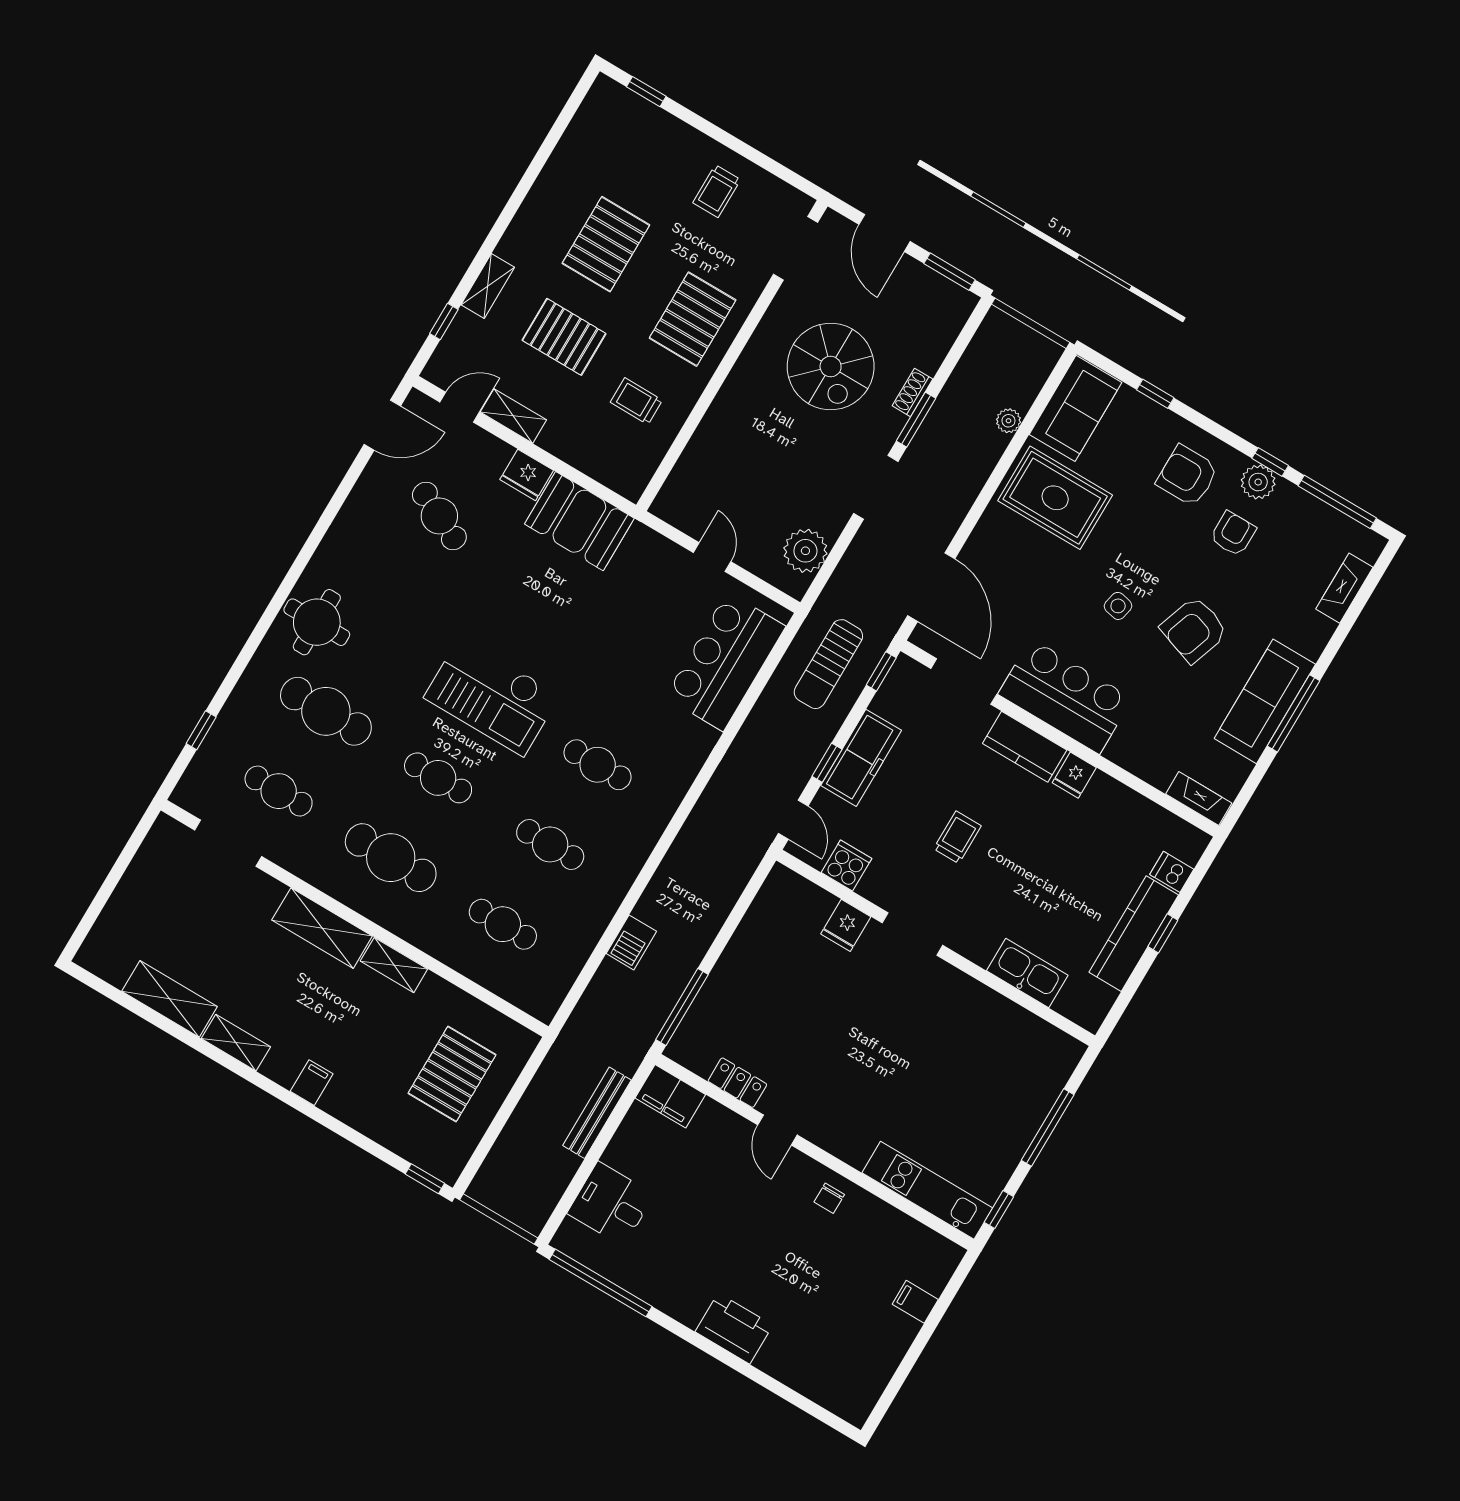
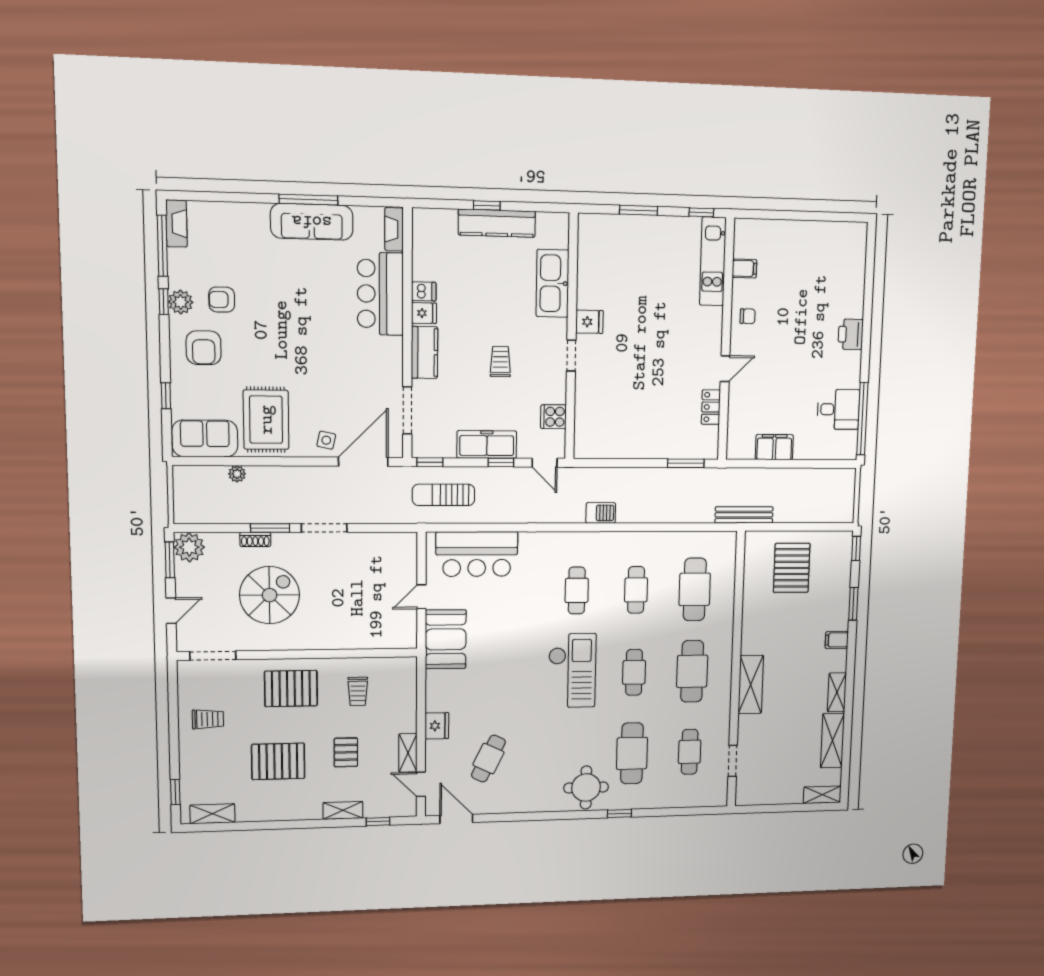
shelving: (588, 119) -> (212, 814), added
door: (884, 233) -> (171, 611), width x0.73
pallet: (564, 337) -> (346, 752), width x0.67, depth x0.71
booth: (579, 521) -> (446, 639), moved
plant: (805, 551) -> (189, 547), moved
fireplace: (1344, 588) -> (177, 223), moved, turned -90
side table: (1118, 606) -> (326, 440), moved
armchair: (1194, 630) -> (294, 290), removed
sun lounger: (828, 664) -> (444, 495), turned 180
bar counter: (1065, 696) -> (380, 294), moved
window: (201, 730) -> (619, 813), moved
door: (793, 820) -> (545, 463), swing flipped
trolley: (957, 837) -> (500, 362), turned 90
doorway: (228, 843) -> (733, 761), width x0.73
dishwasher: (1172, 872) -> (424, 291), moved, turned -90
cafe table: (503, 924) -> (695, 589), width x1.37, depth x1.35
fridge: (846, 925) -> (589, 322), moved
doorway: (912, 934) -> (571, 356), width x0.73
barbecue: (631, 942) -> (601, 513), moved
shelving: (394, 965) -> (822, 795), moved, turned 90
kitchen sink: (1027, 973) -> (553, 283), width x1.36, depth x1.24
window: (682, 1007) -> (686, 463), width x0.69
pallet: (452, 1074) -> (792, 568), turned 90
filing cabinet: (670, 1096) -> (774, 447), moved, turned -90
bench: (597, 1113) -> (744, 515), moved
window: (1048, 1127) -> (639, 210), width x0.69
window: (349, 1134) -> (853, 604), added
desk: (611, 1204) -> (838, 409), moved, turned -90
filing cabinet: (915, 1302) -> (744, 268), moved, turned -90
printer: (734, 1328) -> (851, 334), width x0.73, depth x0.84

